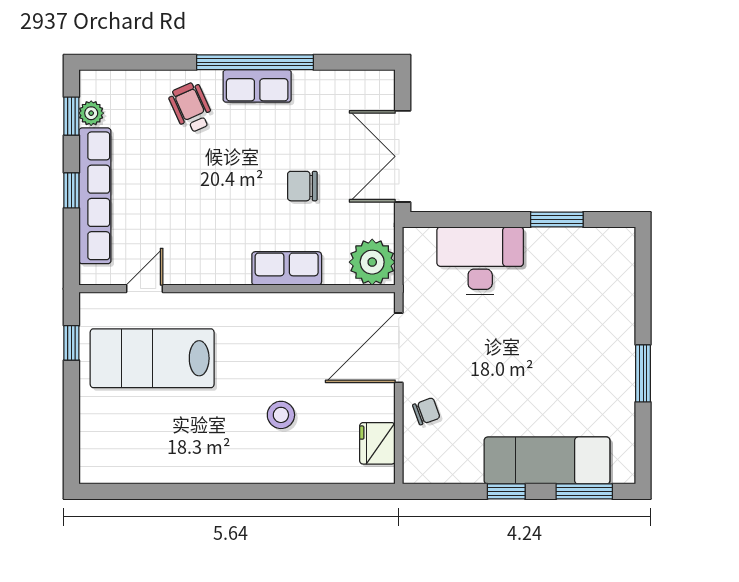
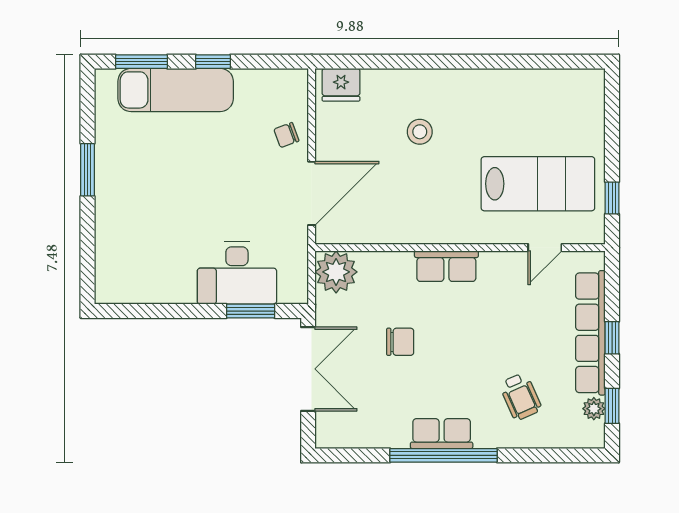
wheelchair: (191, 108) -> (520, 397), moved
window: (557, 220) -> (251, 311), moved
row of seats: (287, 268) -> (446, 266), moved
fridge: (377, 443) -> (341, 85), moved, turned 90

